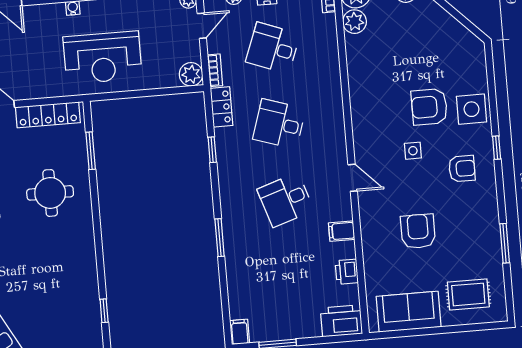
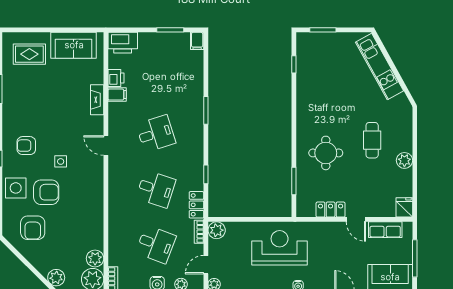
locker: (48, 115) -> (331, 210), width x0.66
filing cabinet: (342, 231) -> (117, 95), moved
armchair: (418, 231) -> (33, 228), moved
fireplace: (370, 240) -> (97, 100), added

